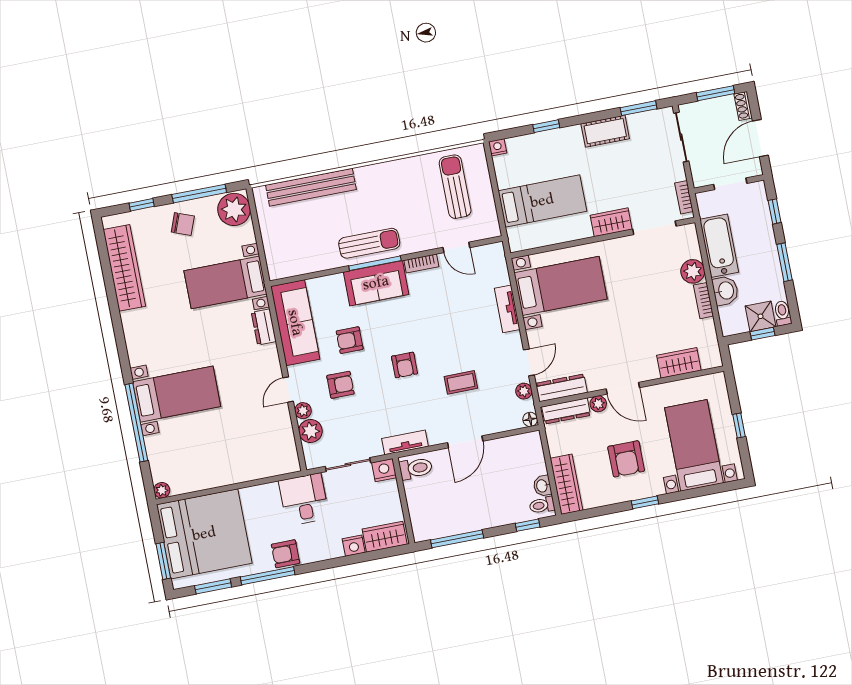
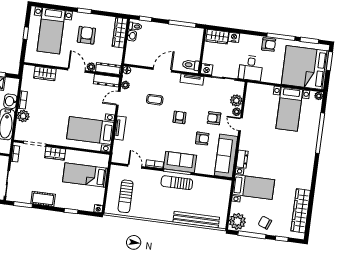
door: (288, 390) -> (240, 124), swing flipped
bed with nightstands: (177, 394) -> (289, 109), moved, turned -90

